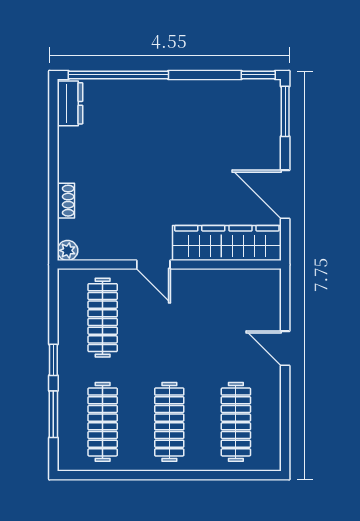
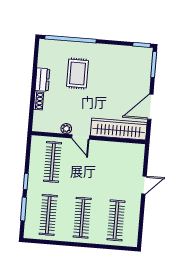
dresser: (70, 103) -> (42, 80), moved
rug: (138, 141) -> (78, 74), added
door: (285, 194) -> (150, 107), hinge flipped
plant: (68, 250) -> (66, 129), moved
door: (285, 348) -> (144, 185), swing flipped

